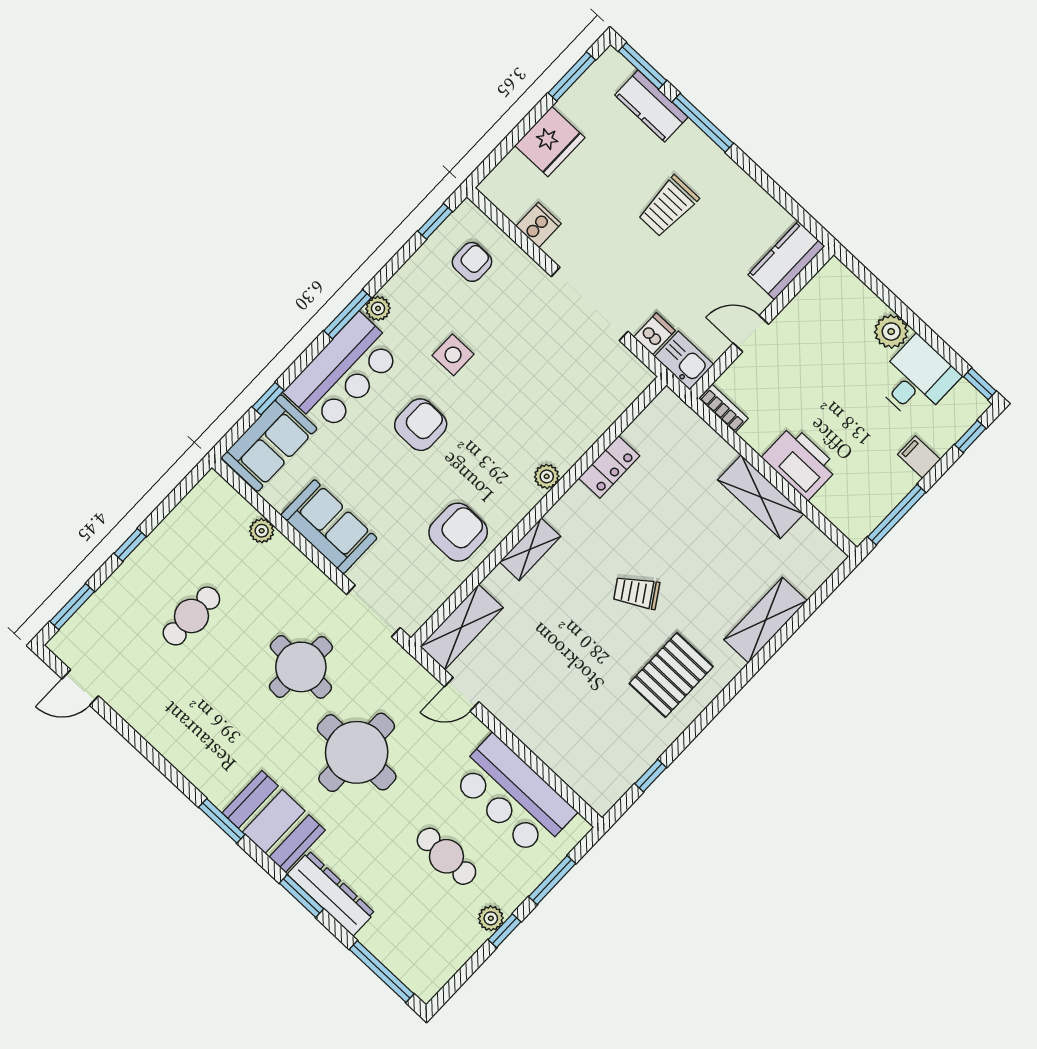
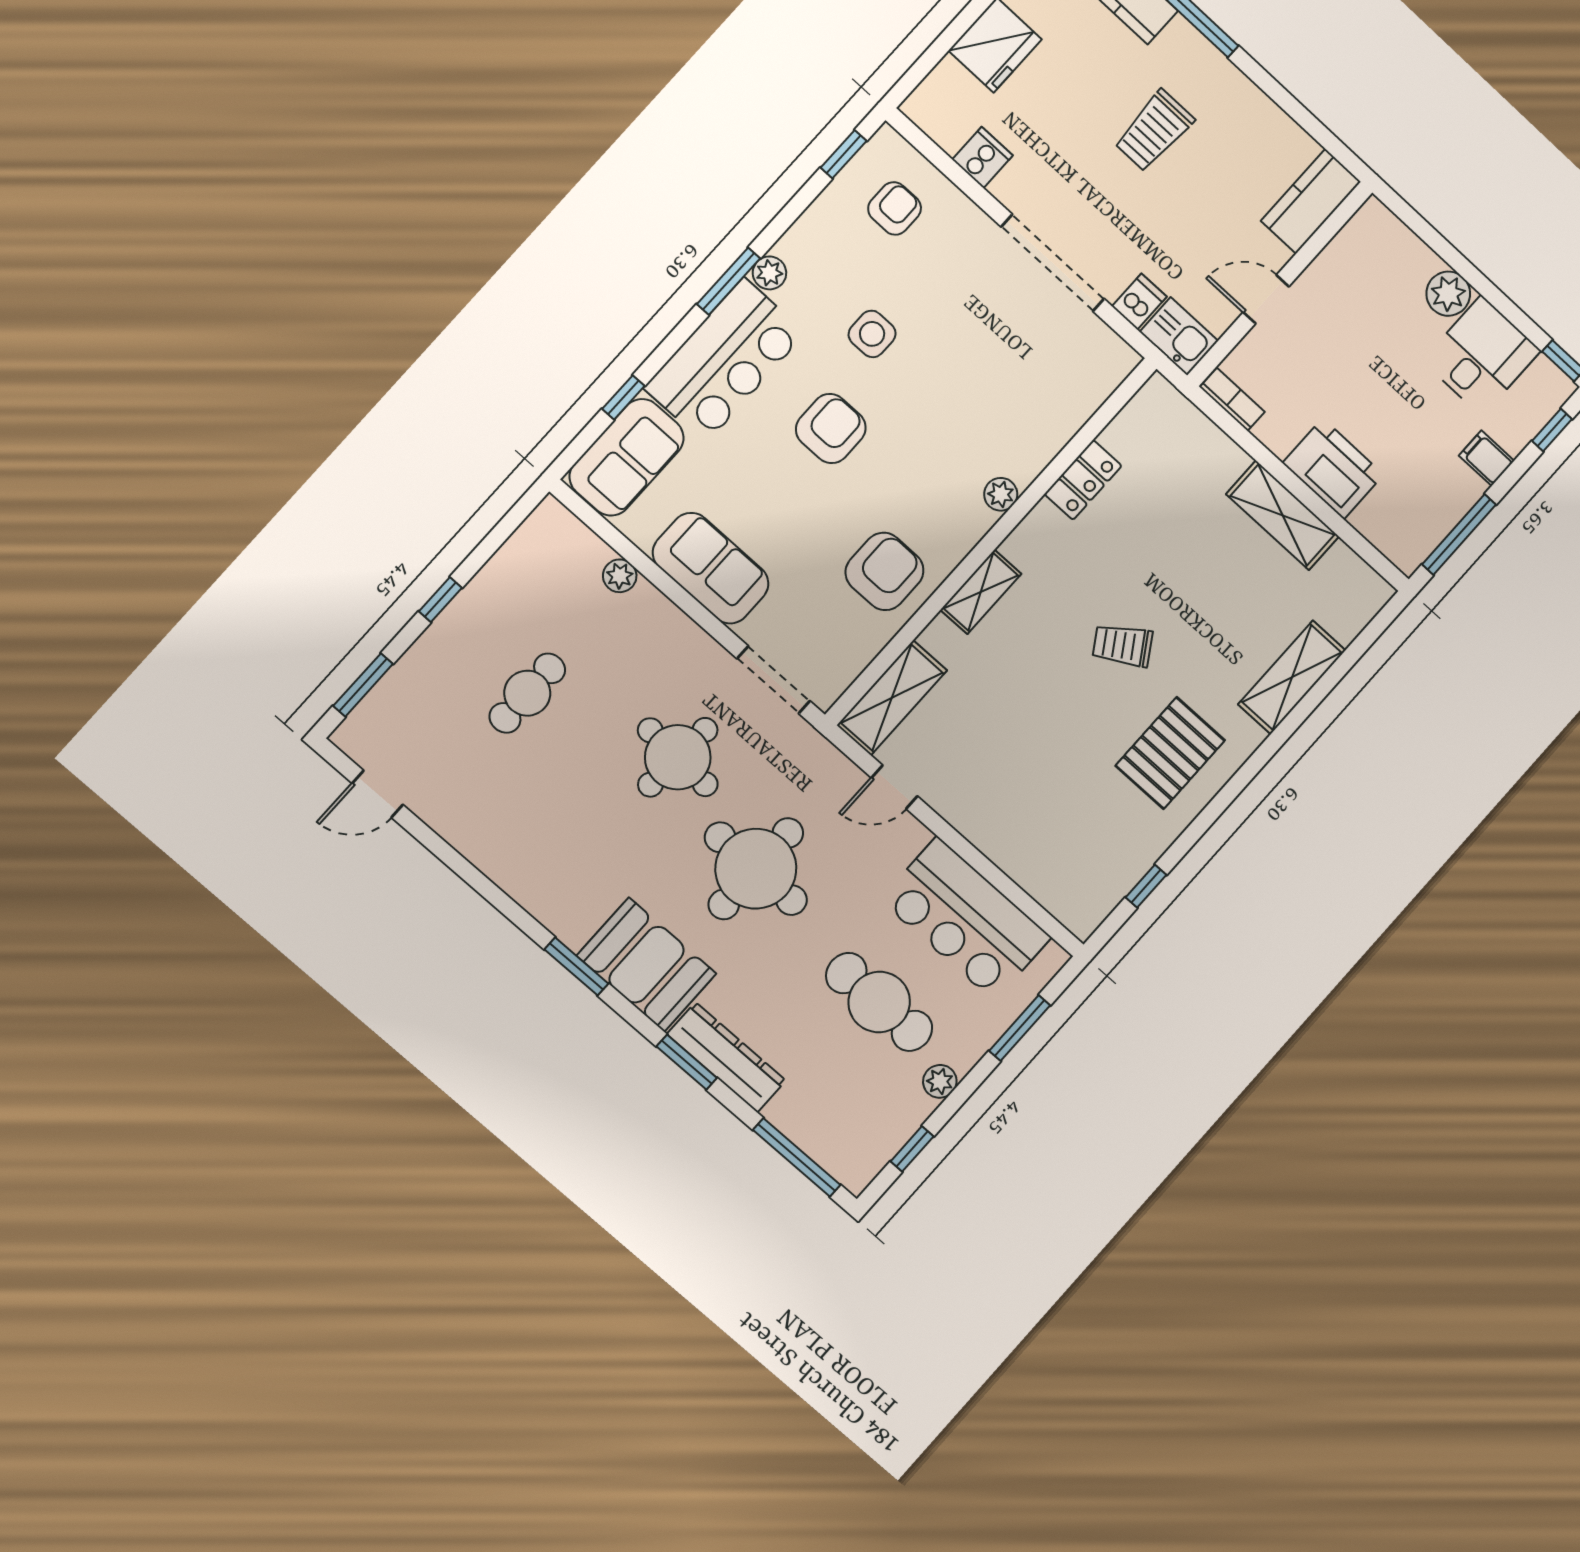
cafe table: (446, 856) -> (879, 1002), width x1.37, depth x1.35
window: (505, 931) -> (912, 1149), moved

